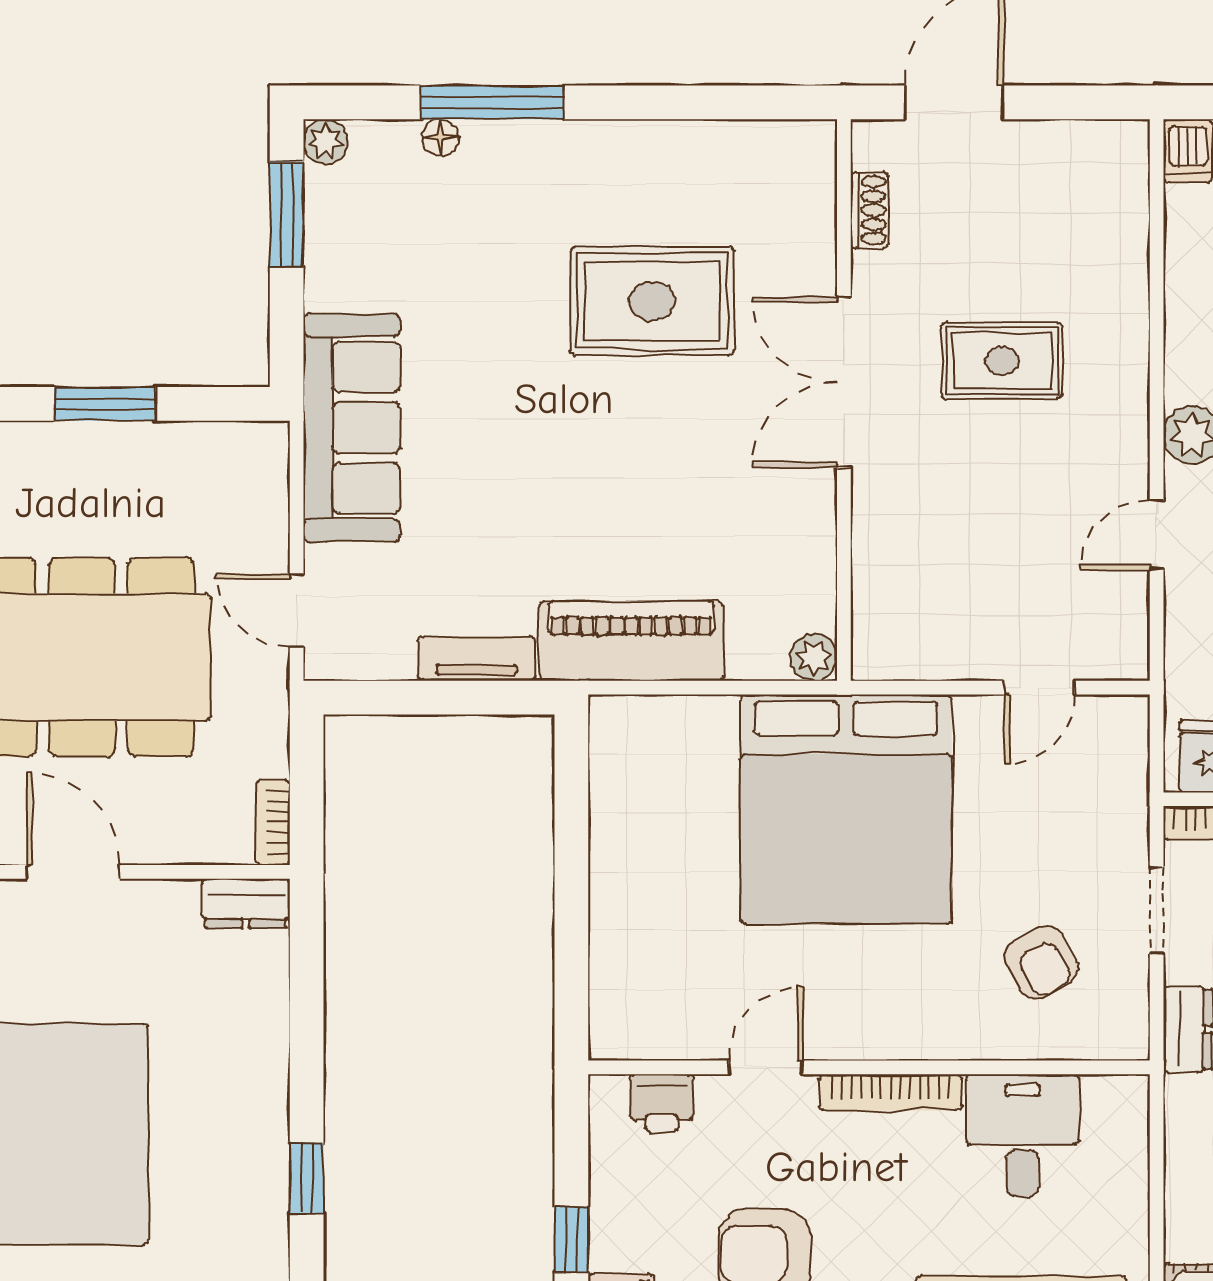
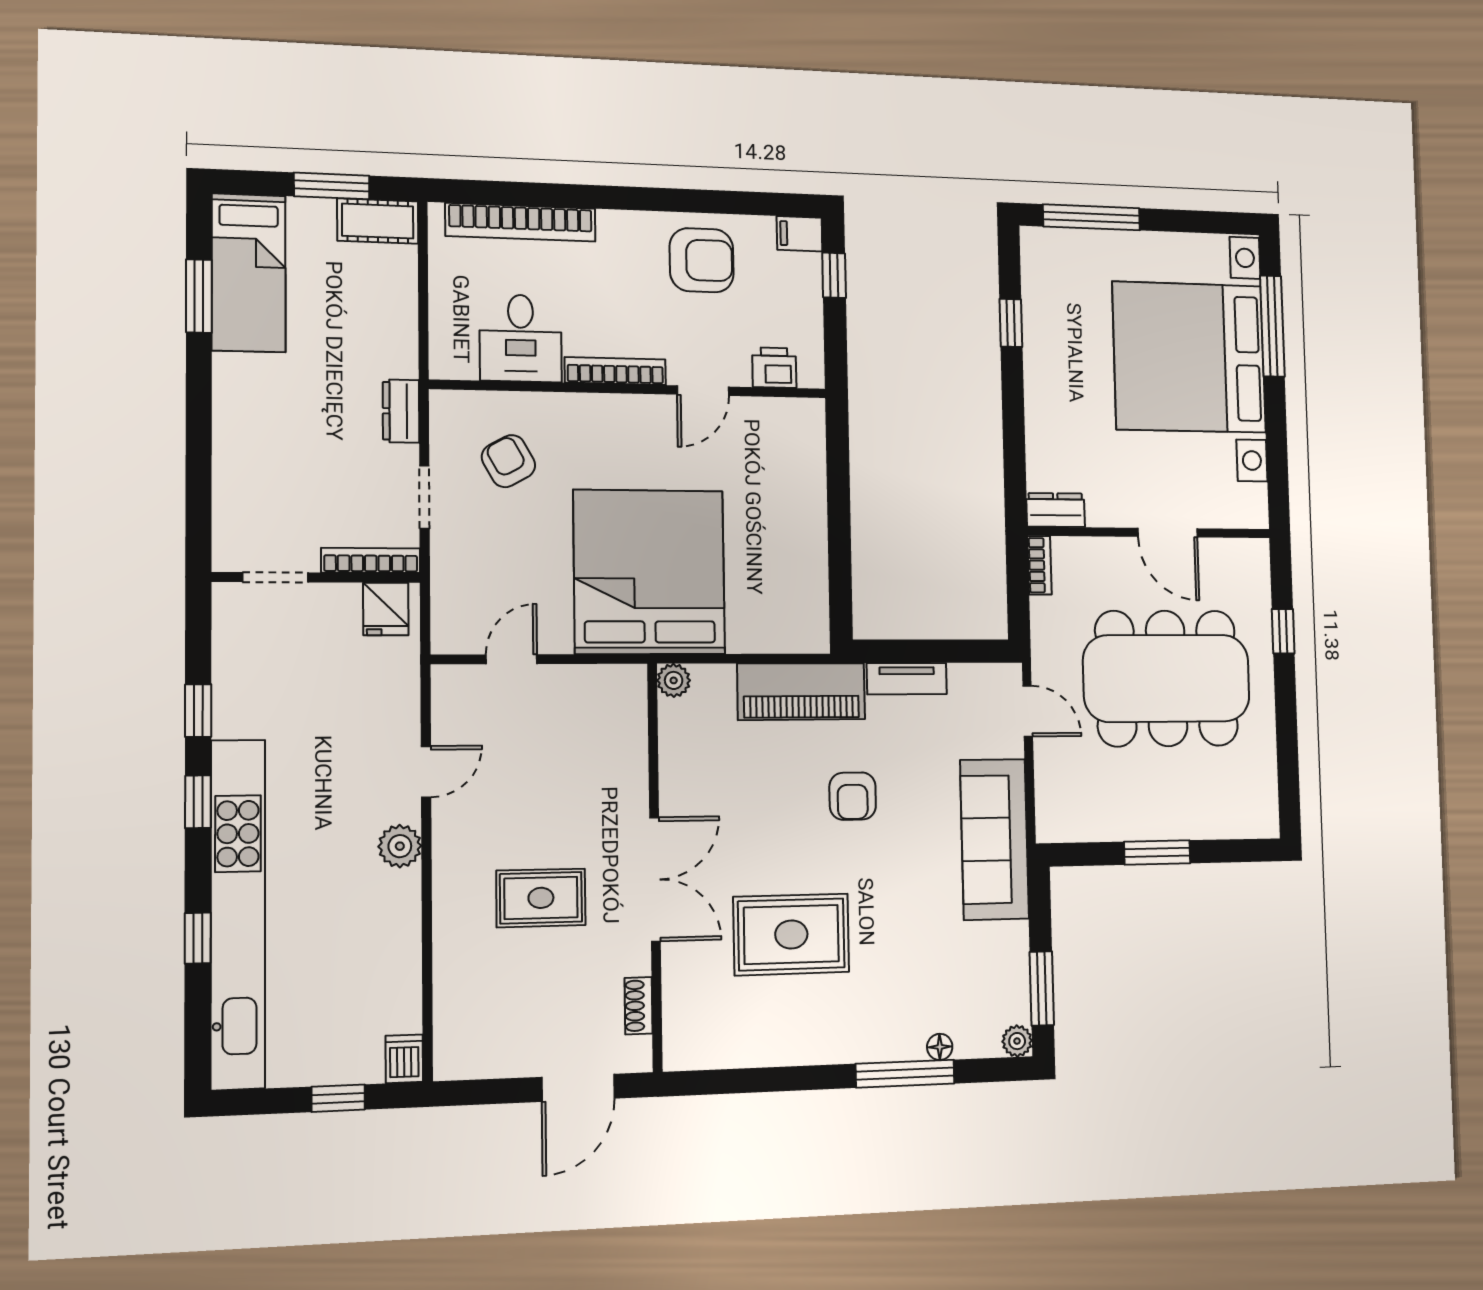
armchair: (560, 493) -> (853, 796), added

